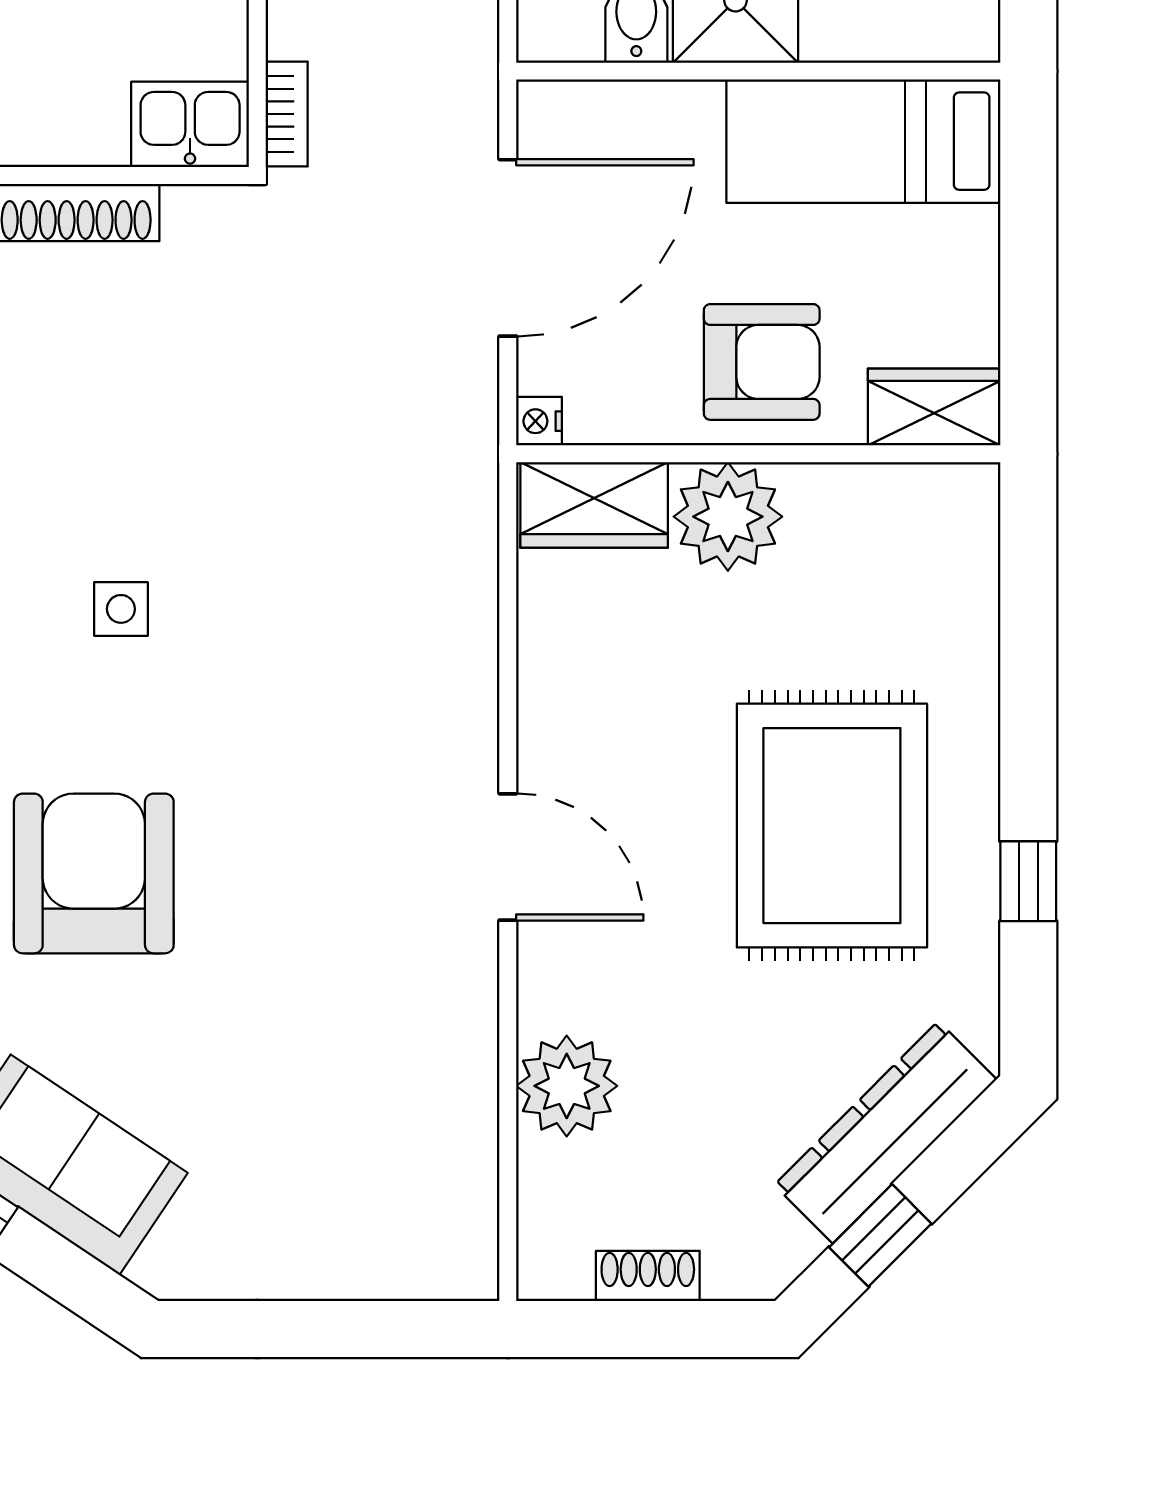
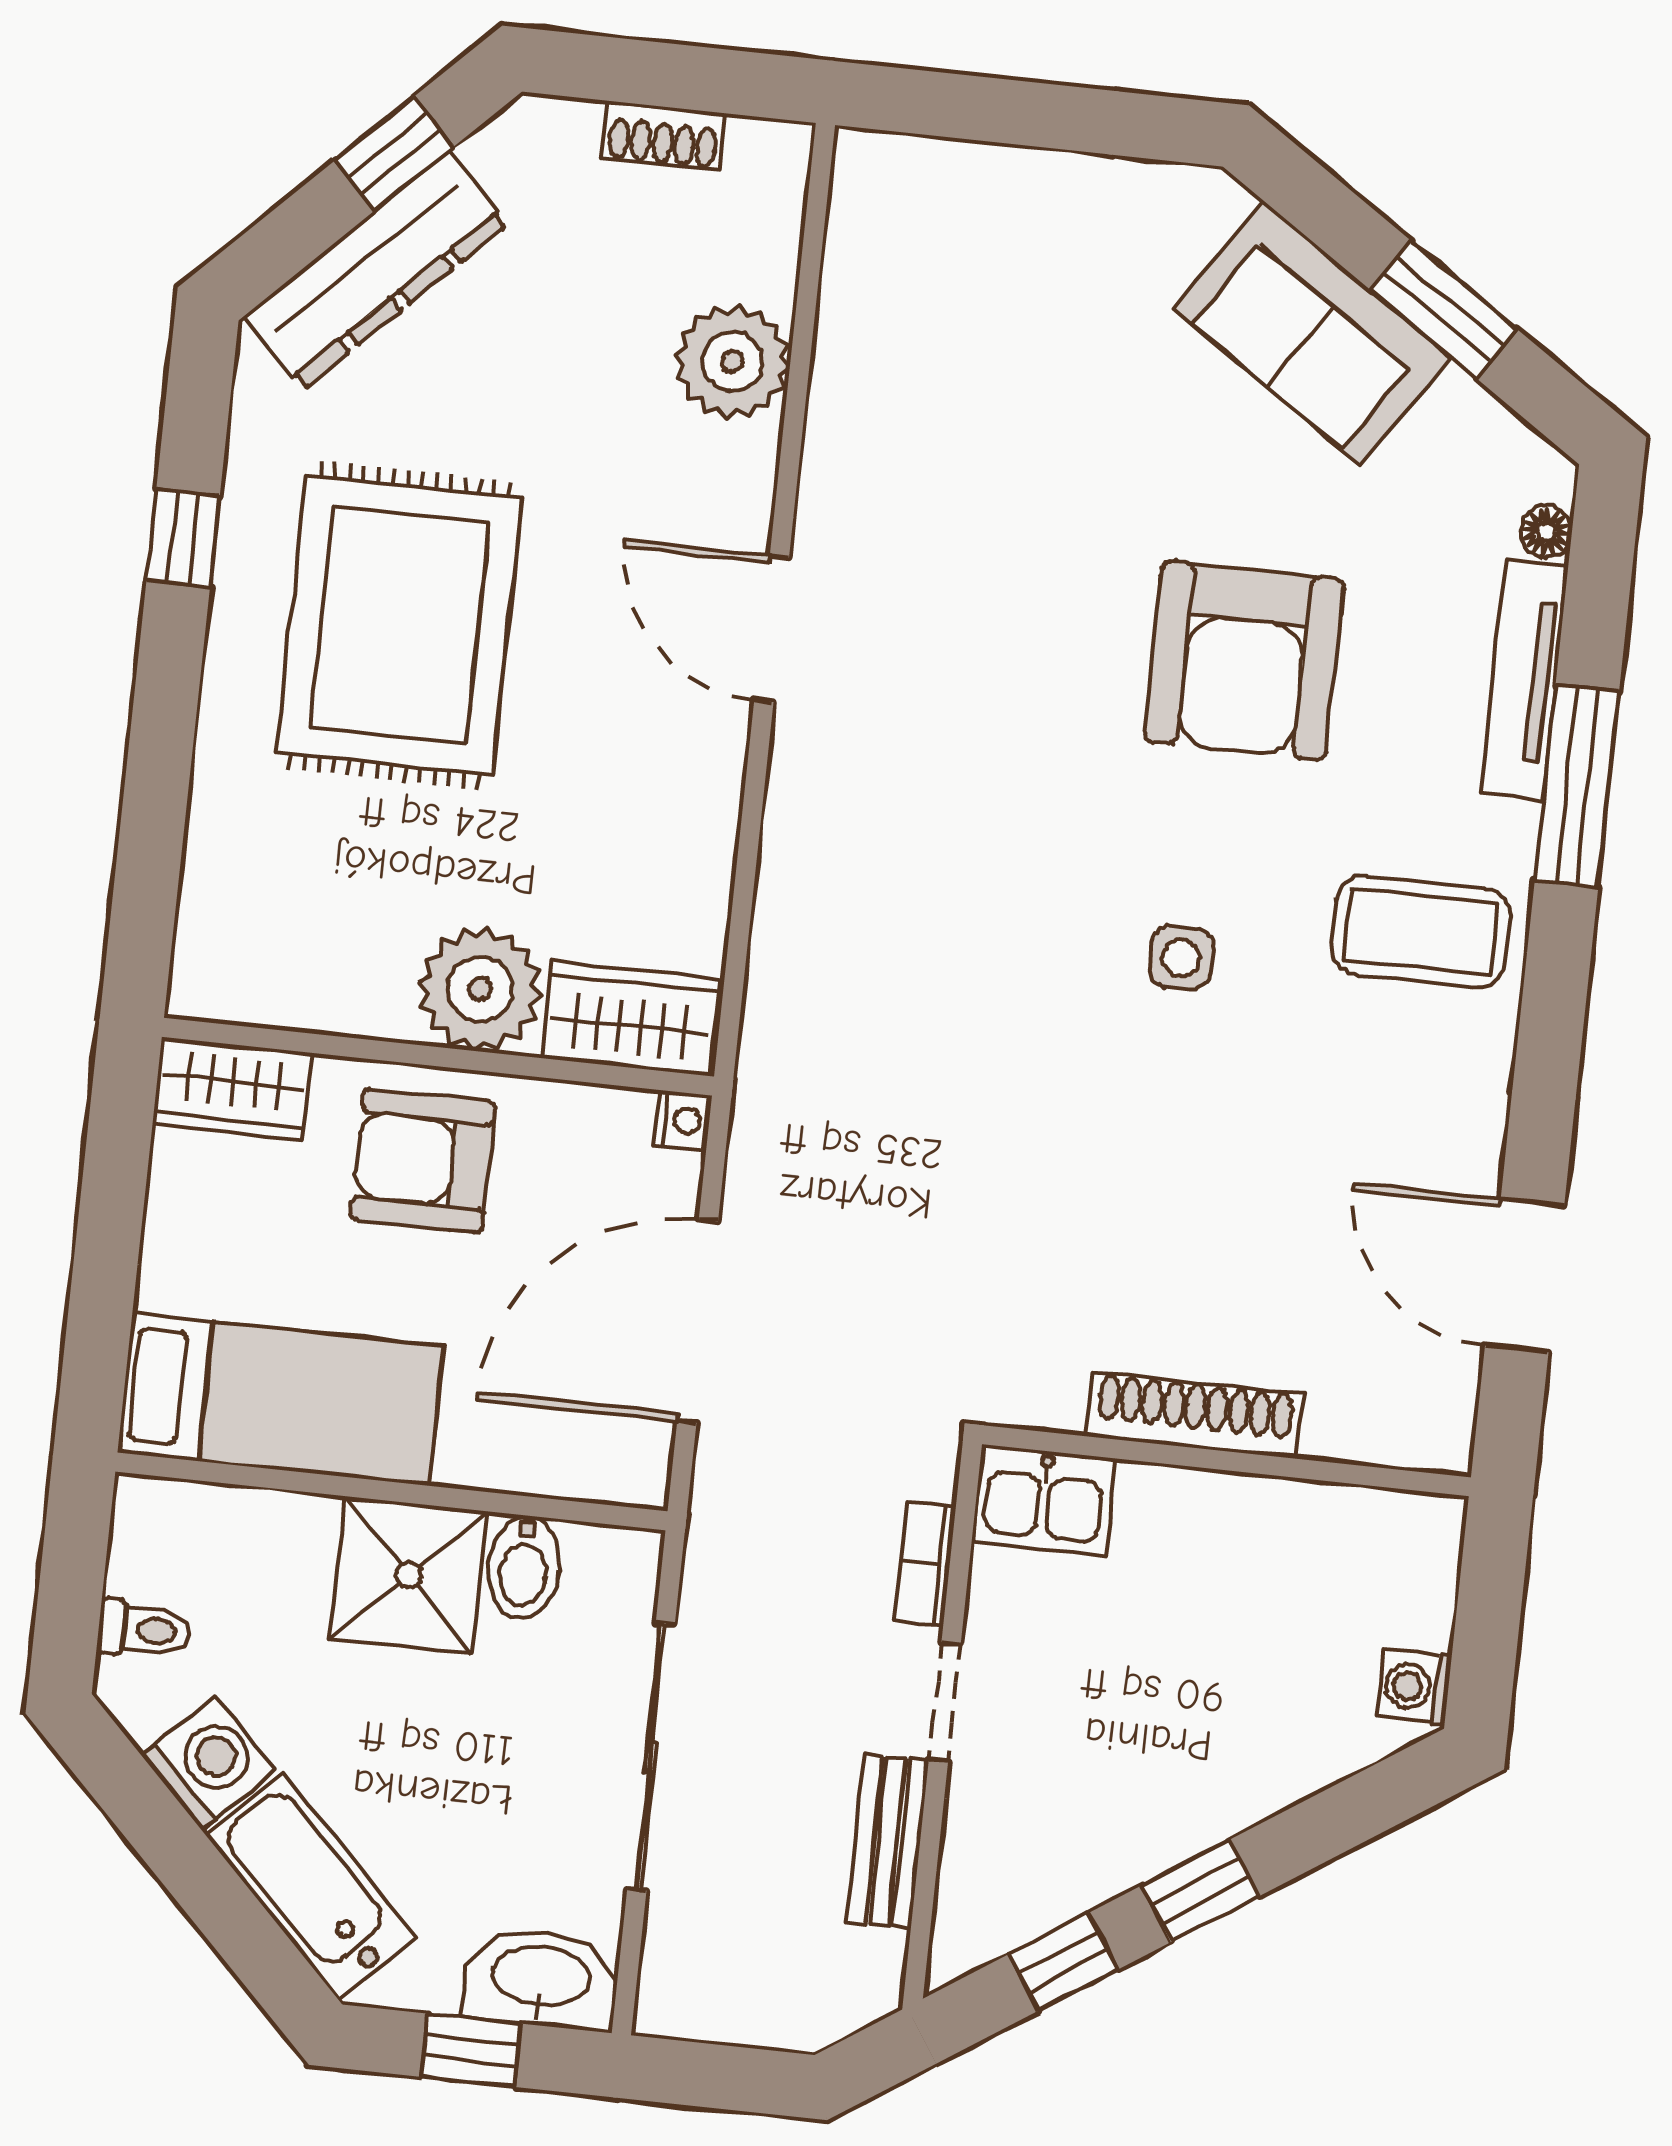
bookcase: (287, 114) -> (926, 1563), moved

